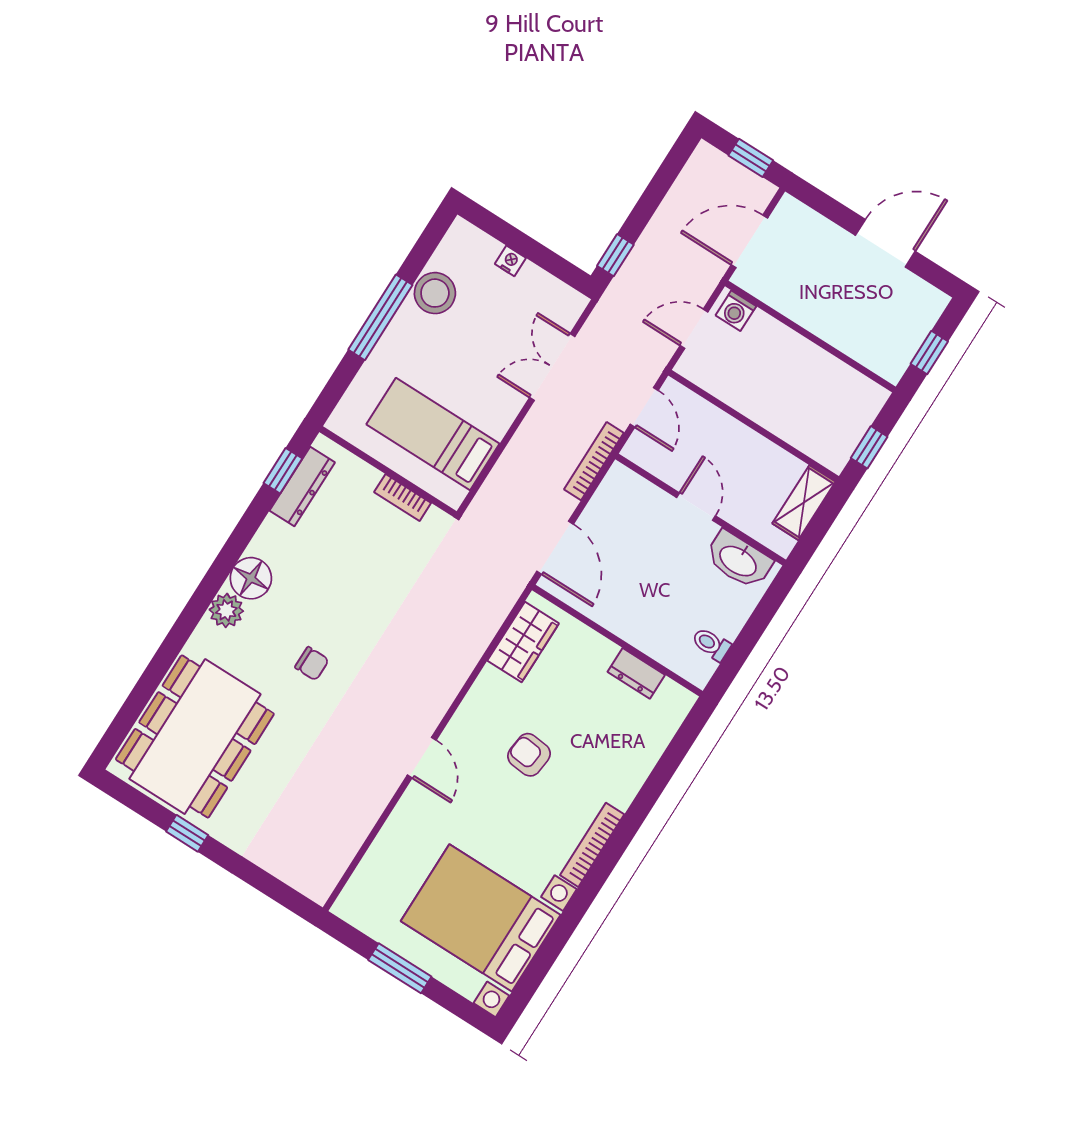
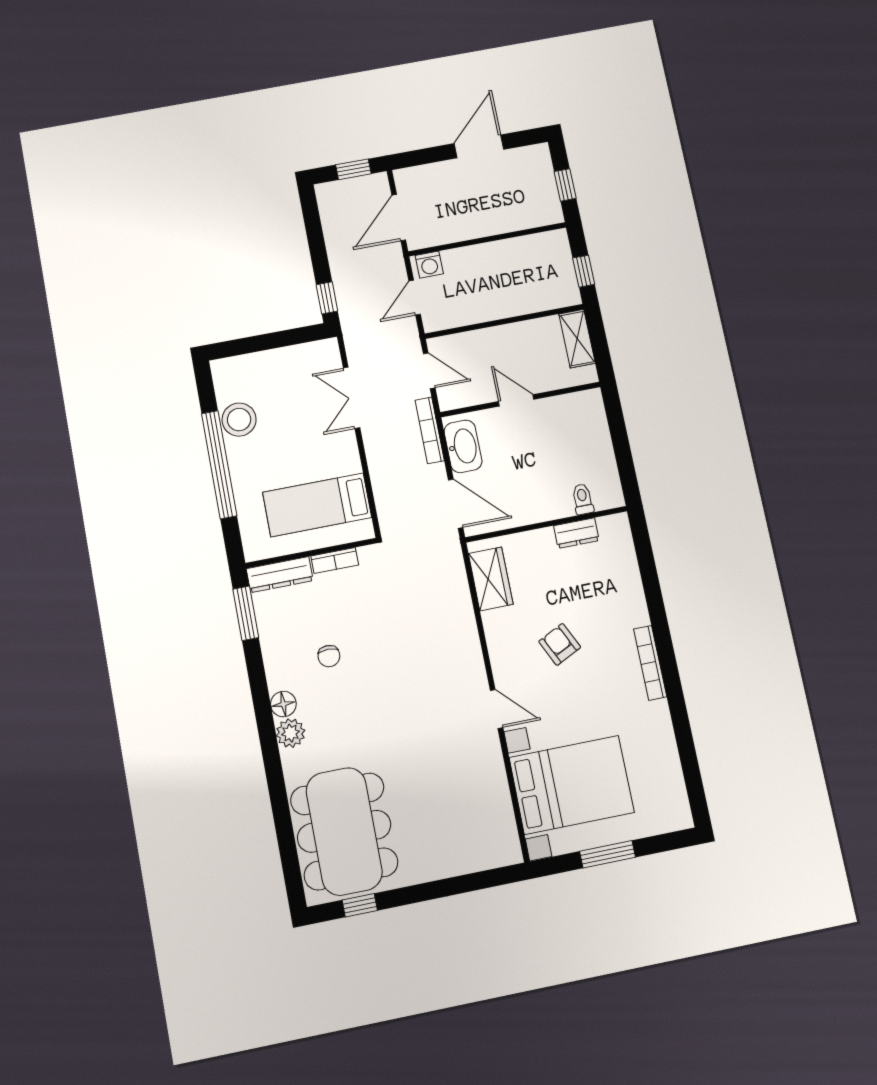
nightstand: (510, 261) -> (267, 359), removed
window: (380, 317) -> (219, 465), width x1.46
window: (283, 471) -> (246, 613), width x1.50
dresser: (302, 486) -> (280, 575), moved, turned 90
washbasin: (739, 560) -> (463, 446), moved, turned -90
floor lamp: (251, 578) -> (283, 704), width x0.73, depth x0.73
toilet: (711, 644) -> (583, 499), moved, turned 90
chair: (312, 664) -> (329, 656), moved, turned 90
armchair: (529, 755) -> (560, 644), turned 58
window: (187, 833) -> (360, 905), moved
bed with nightstands: (481, 918) -> (572, 785), moved, turned 180

